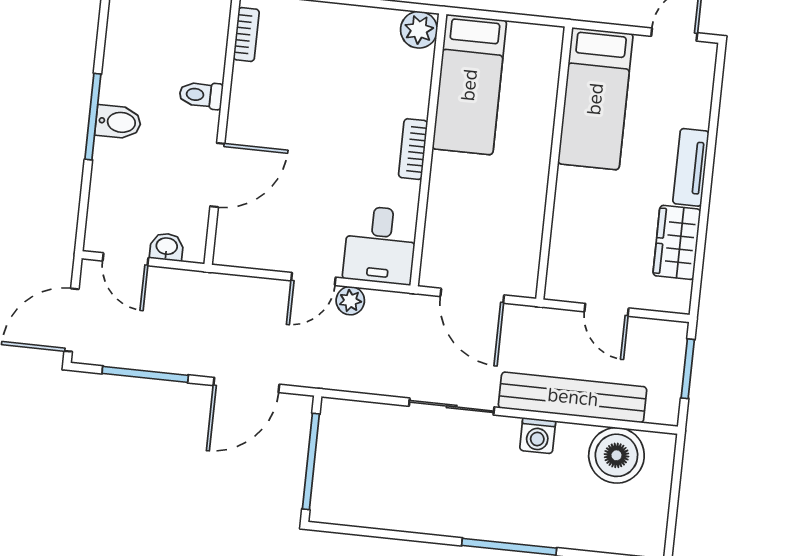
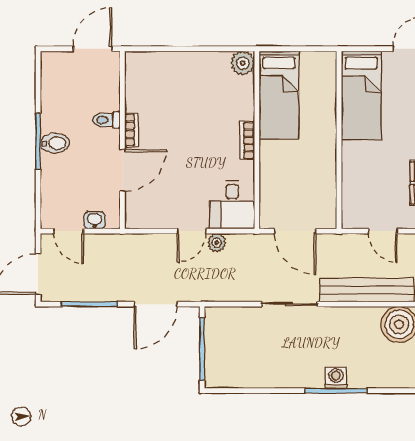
bookcase: (246, 34) -> (132, 130), moved
washing machine: (538, 436) -> (336, 378), moved, turned 180

